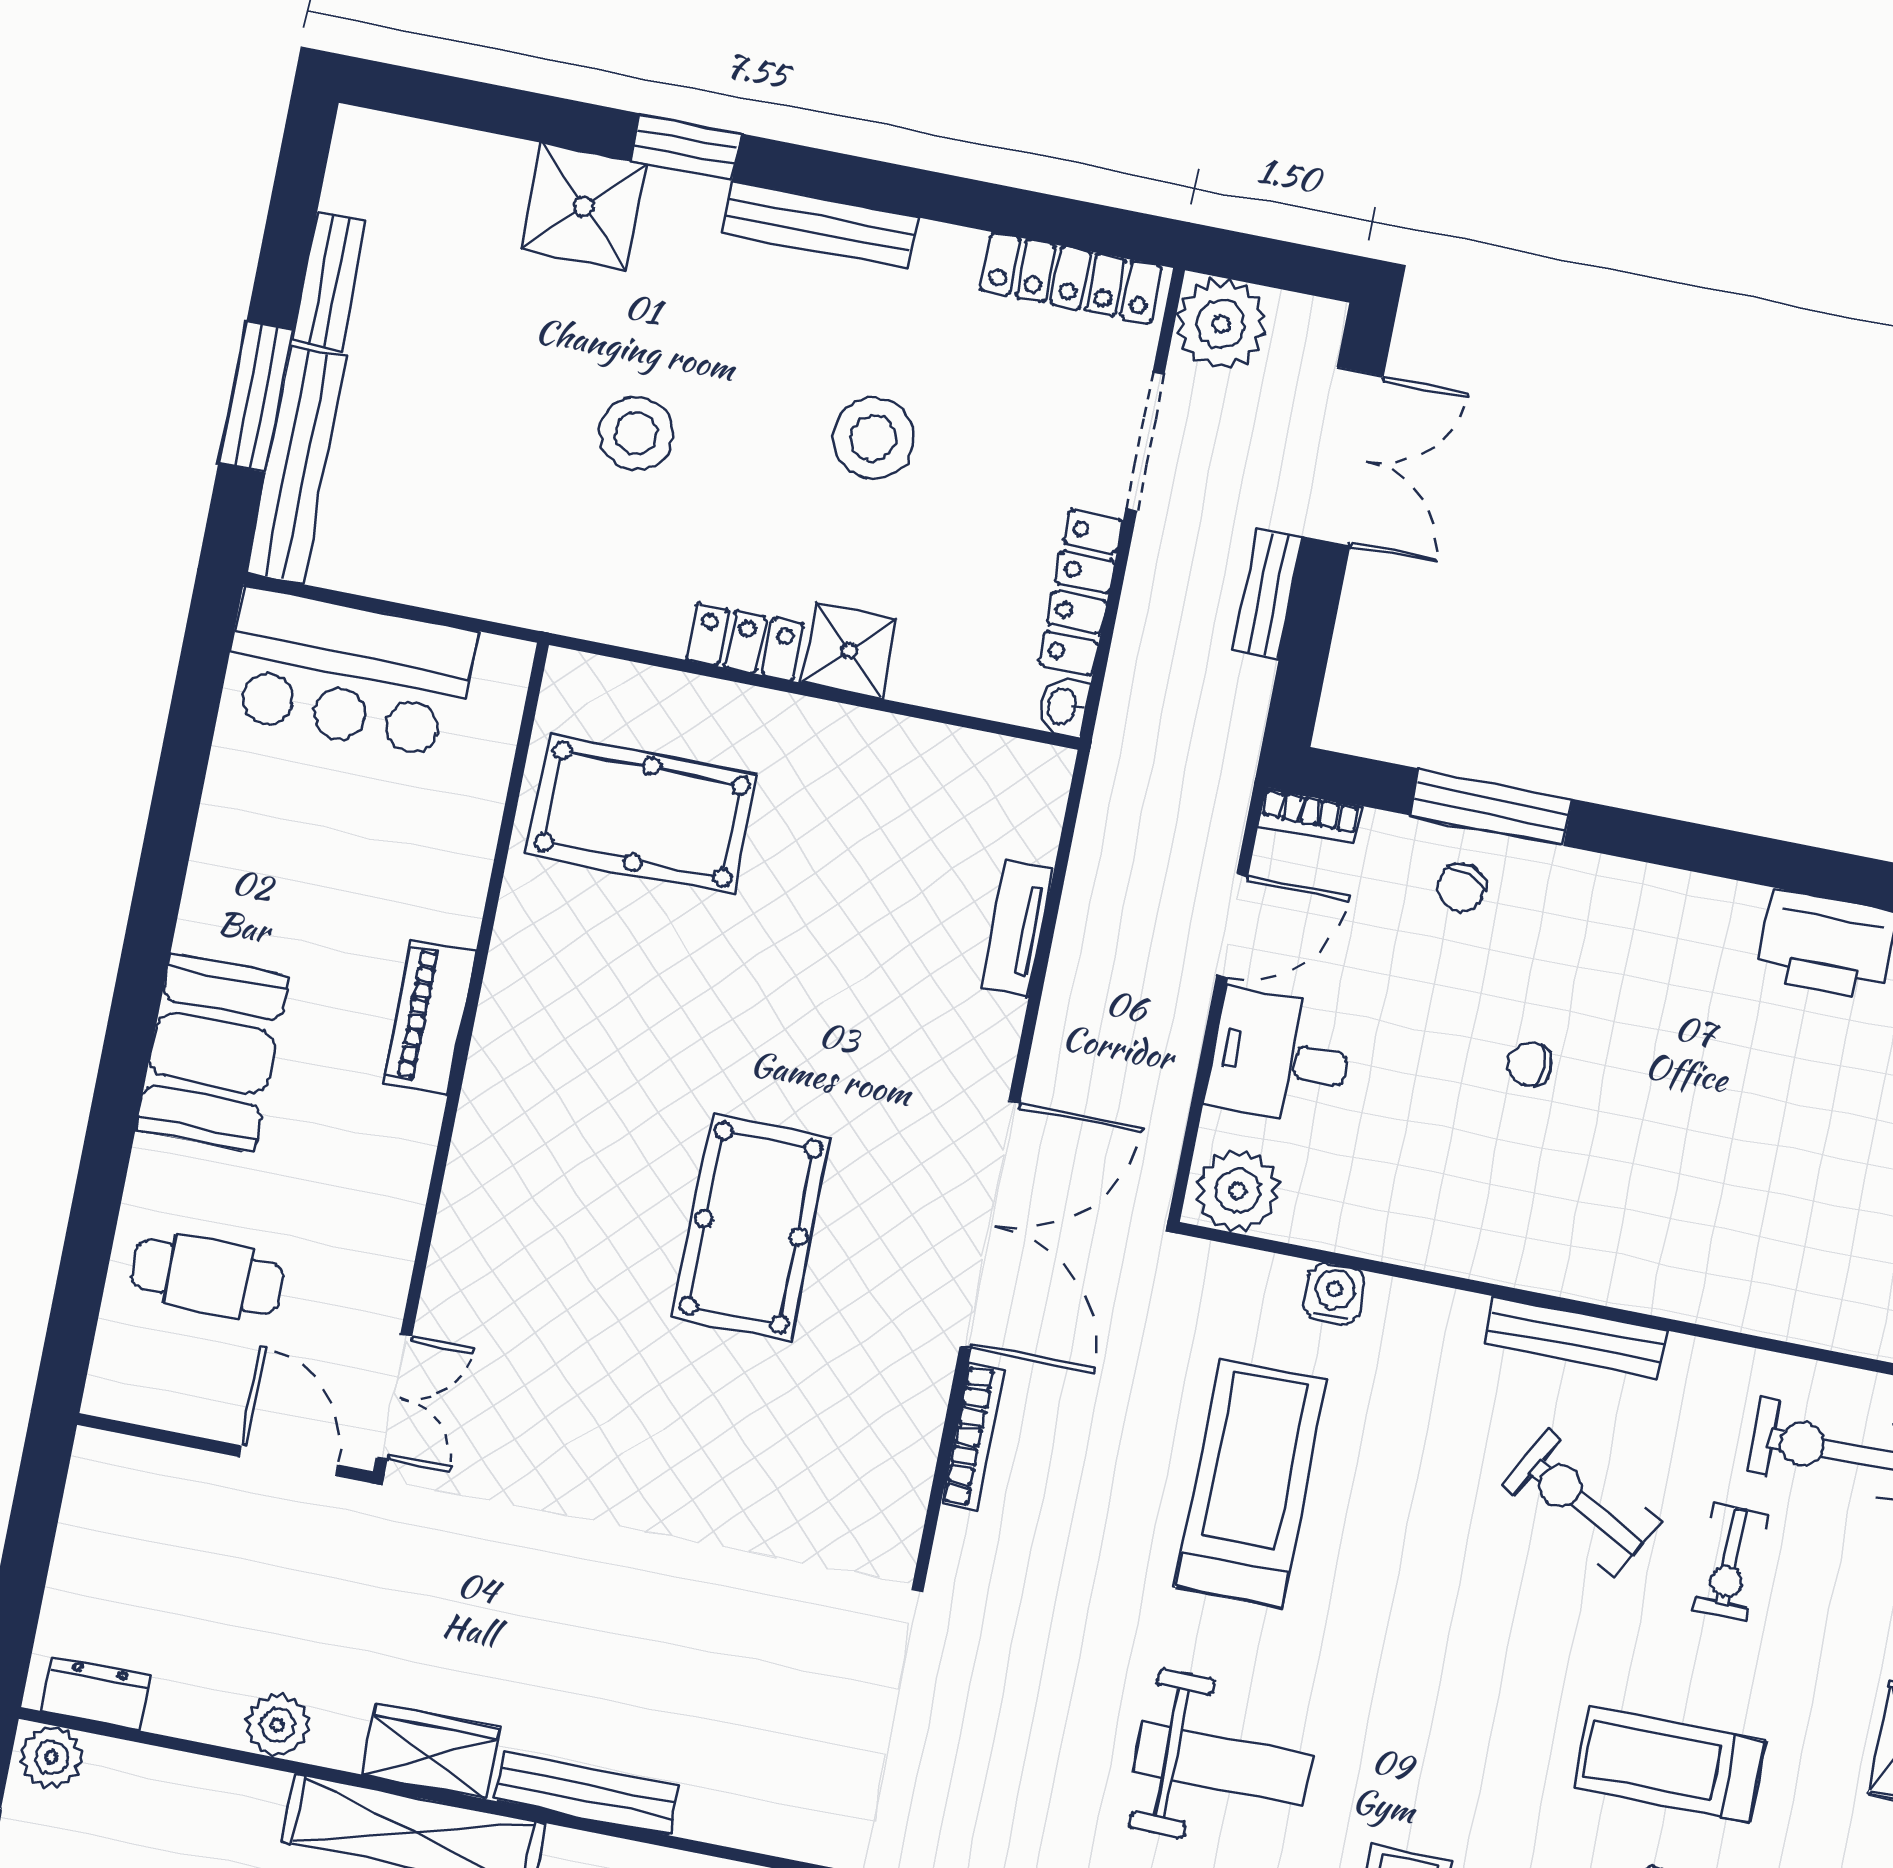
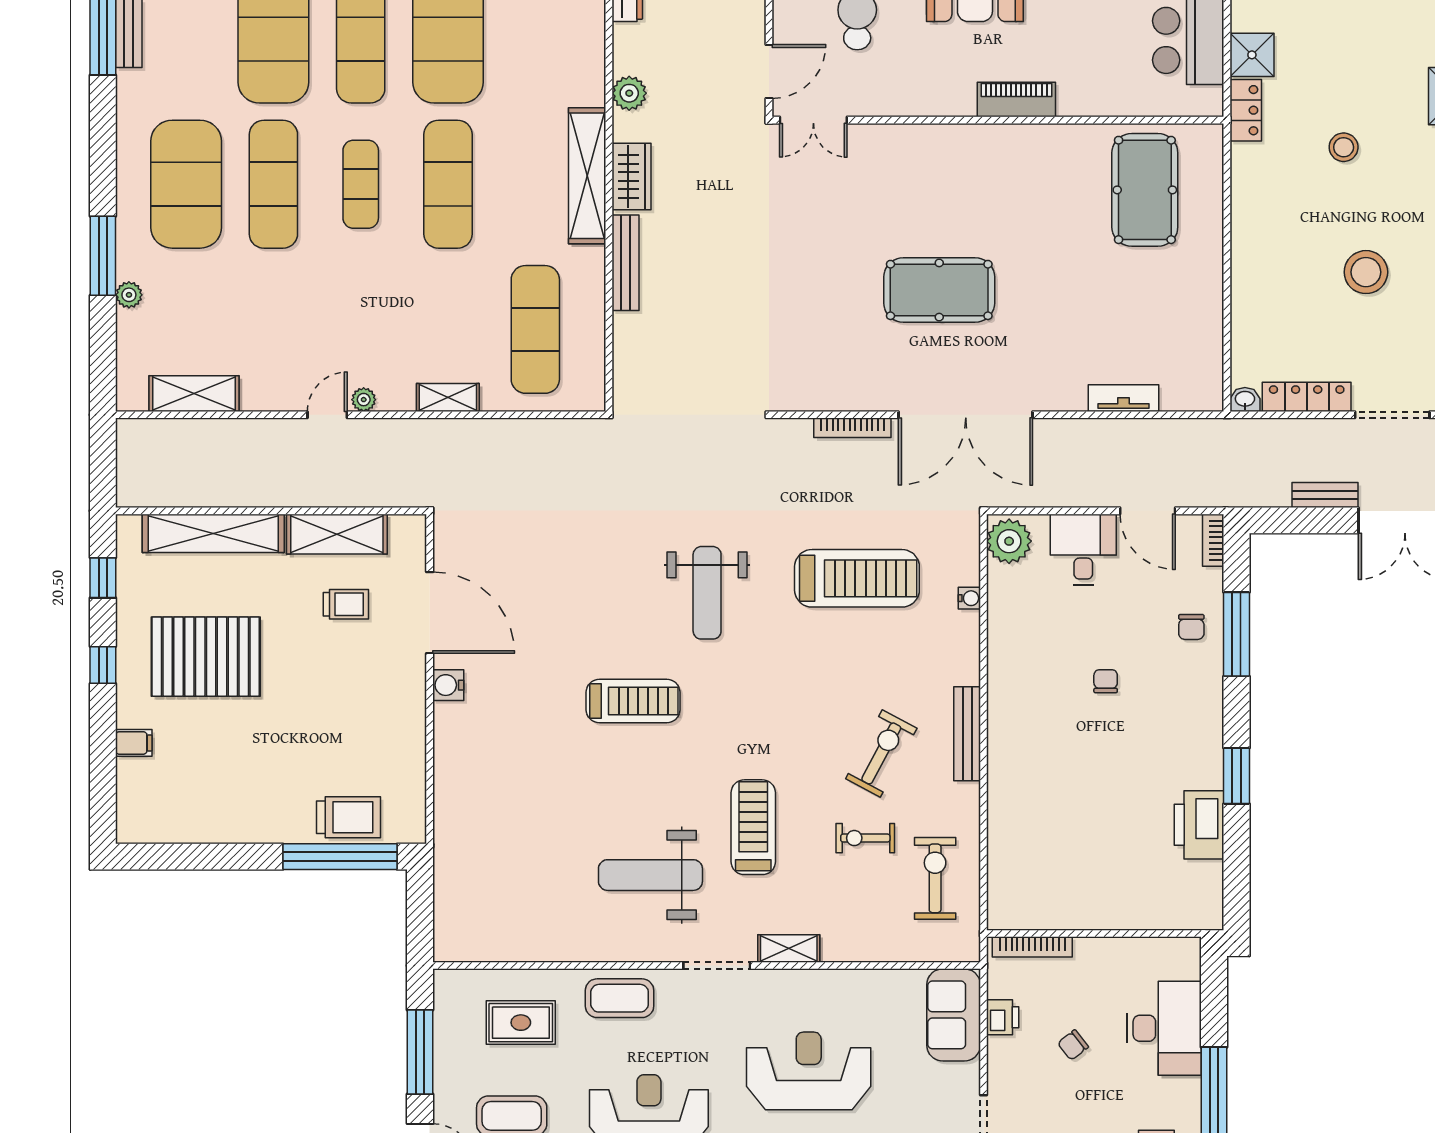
stool: (636, 434) -> (1344, 147), width x0.73, depth x0.73
locker: (745, 642) -> (1246, 110), moved
shower: (849, 651) -> (1252, 55), moved
window: (1751, 859) -> (1236, 776), added
chair: (1461, 887) -> (1191, 627), turned -109
water cooler: (1334, 1294) -> (969, 598), width x0.72, depth x0.72

